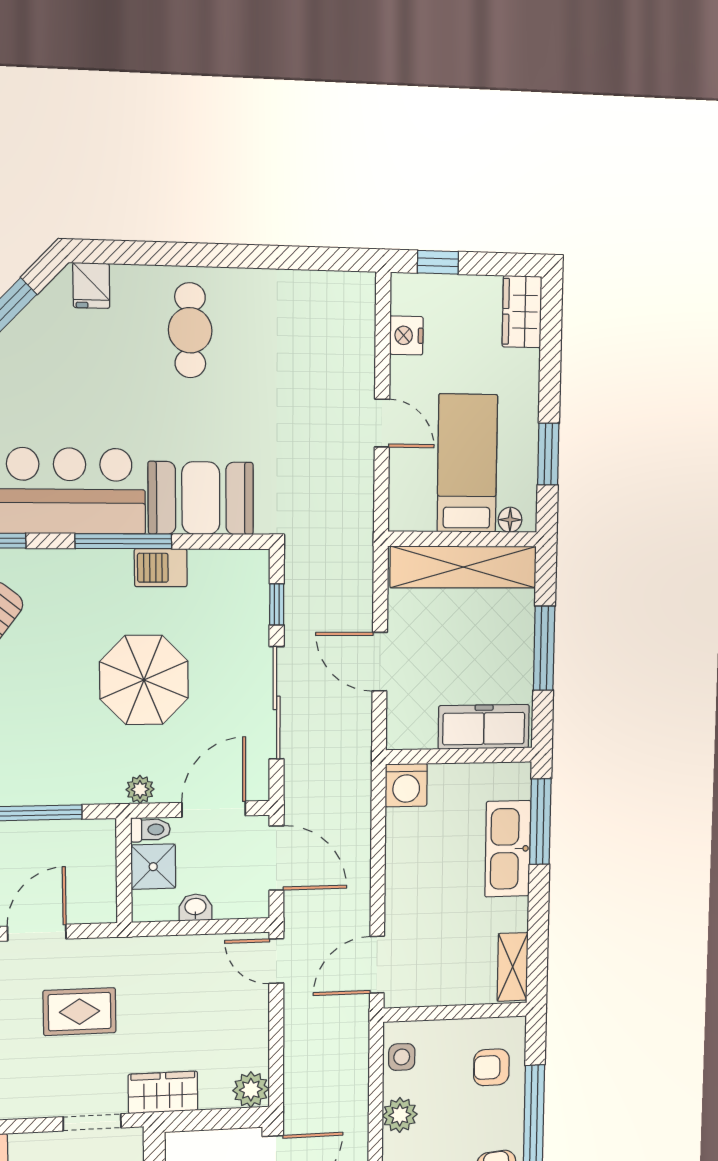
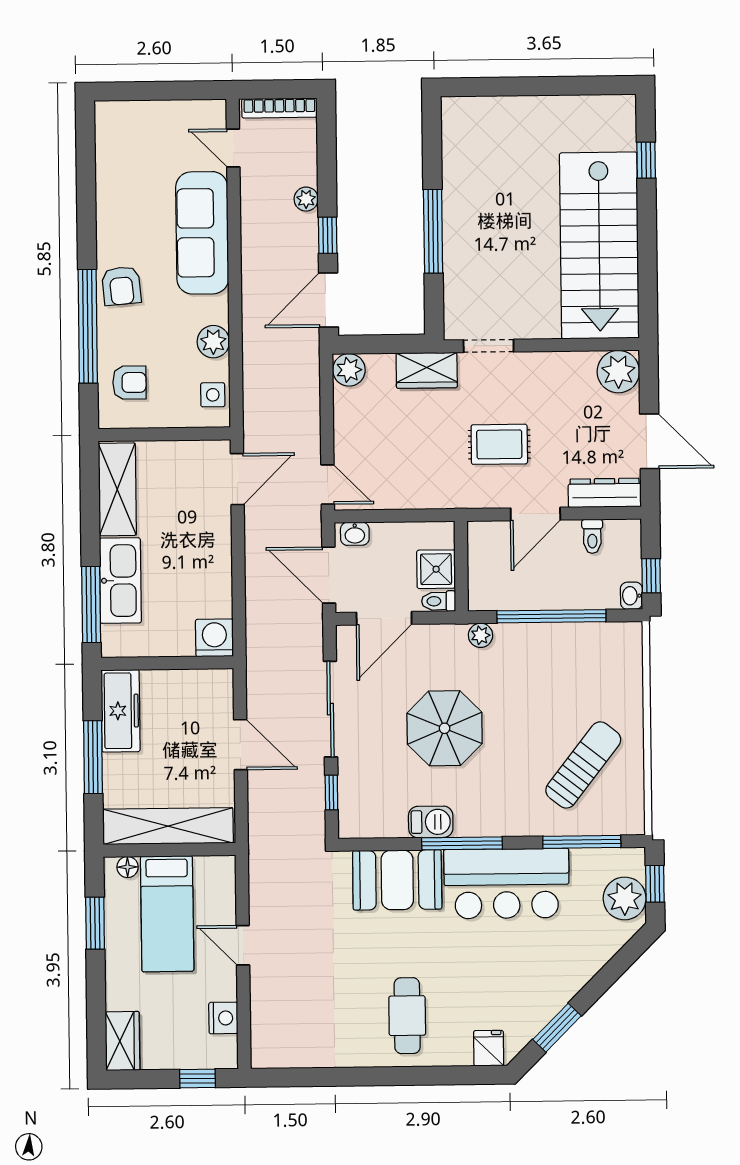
freezer: (484, 727) -> (121, 711), moved, turned -90
plant: (140, 789) -> (480, 635), moved
washbasin: (195, 907) -> (355, 534), moved
shelving: (513, 967) -> (117, 489), width x1.50, depth x1.33

